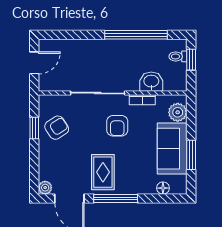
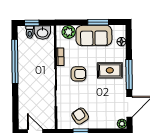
washbasin: (151, 82) -> (42, 32), moved, turned -90
rug: (103, 172) -> (110, 70), moved

